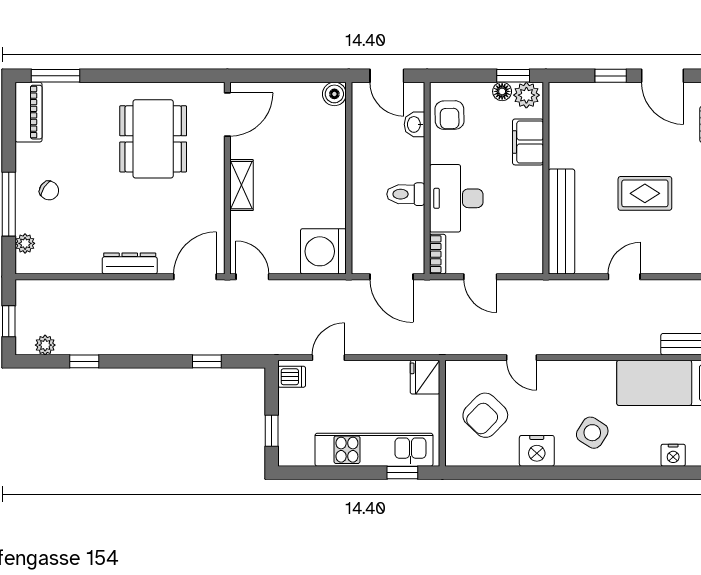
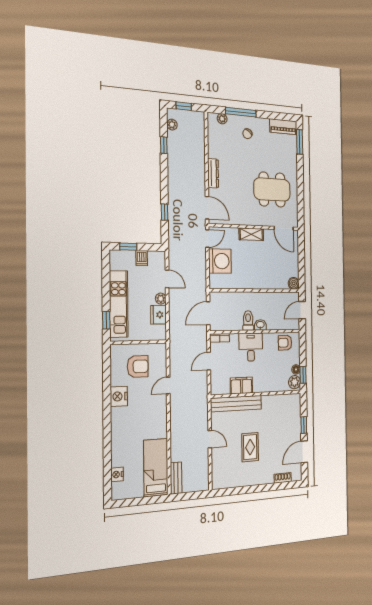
washbasin: (414, 124) -> (260, 325), moved
filing cabinet: (528, 142) -> (241, 385), moved
desk: (456, 198) -> (251, 347), width x0.73
washing machine: (323, 251) -> (220, 261), moved, turned 90
plant: (364, 370) -> (161, 299), added
dishwasher: (292, 377) -> (142, 258), moved
fridge: (425, 377) -> (159, 315), moved, turned -90
armchair: (485, 415) -> (138, 366), turned 136
side table: (592, 433) -> (129, 427), removed

